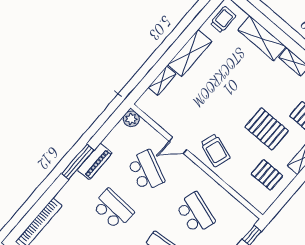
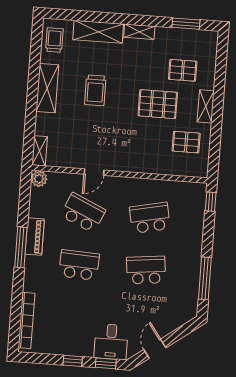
shelving: (162, 81) -> (40, 151), moved
trolley: (215, 150) -> (95, 90), moved, turned 71
school desk: (195, 213) -> (150, 218), turned -30

